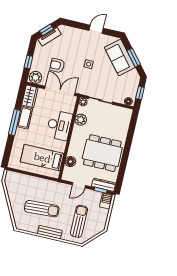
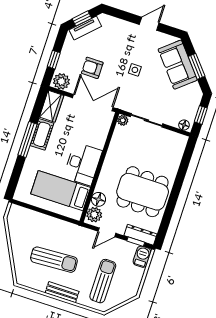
plant: (81, 120) -> (94, 215), moved
desk: (59, 125) -> (83, 164), moved

